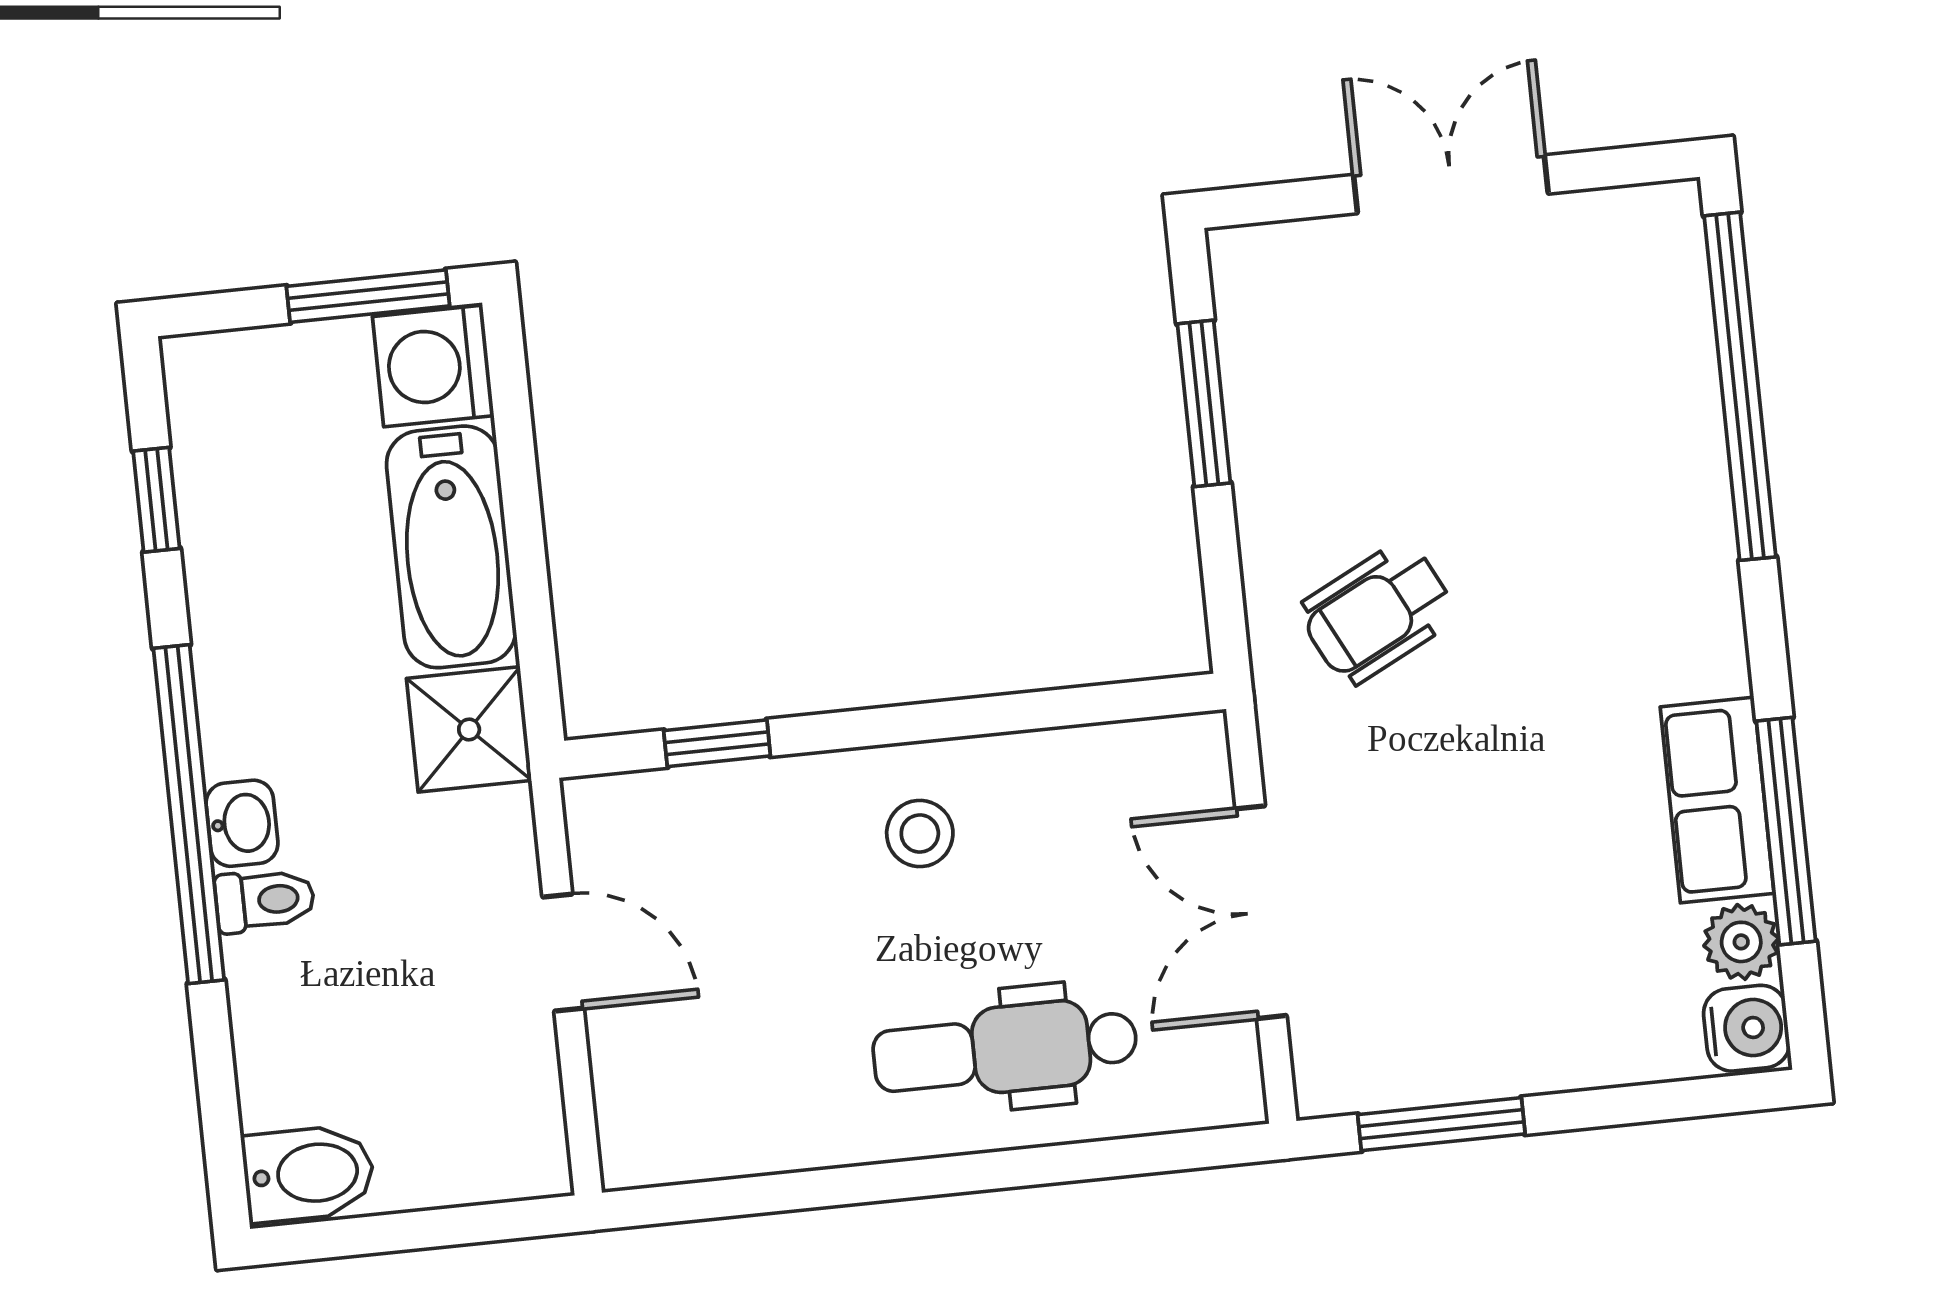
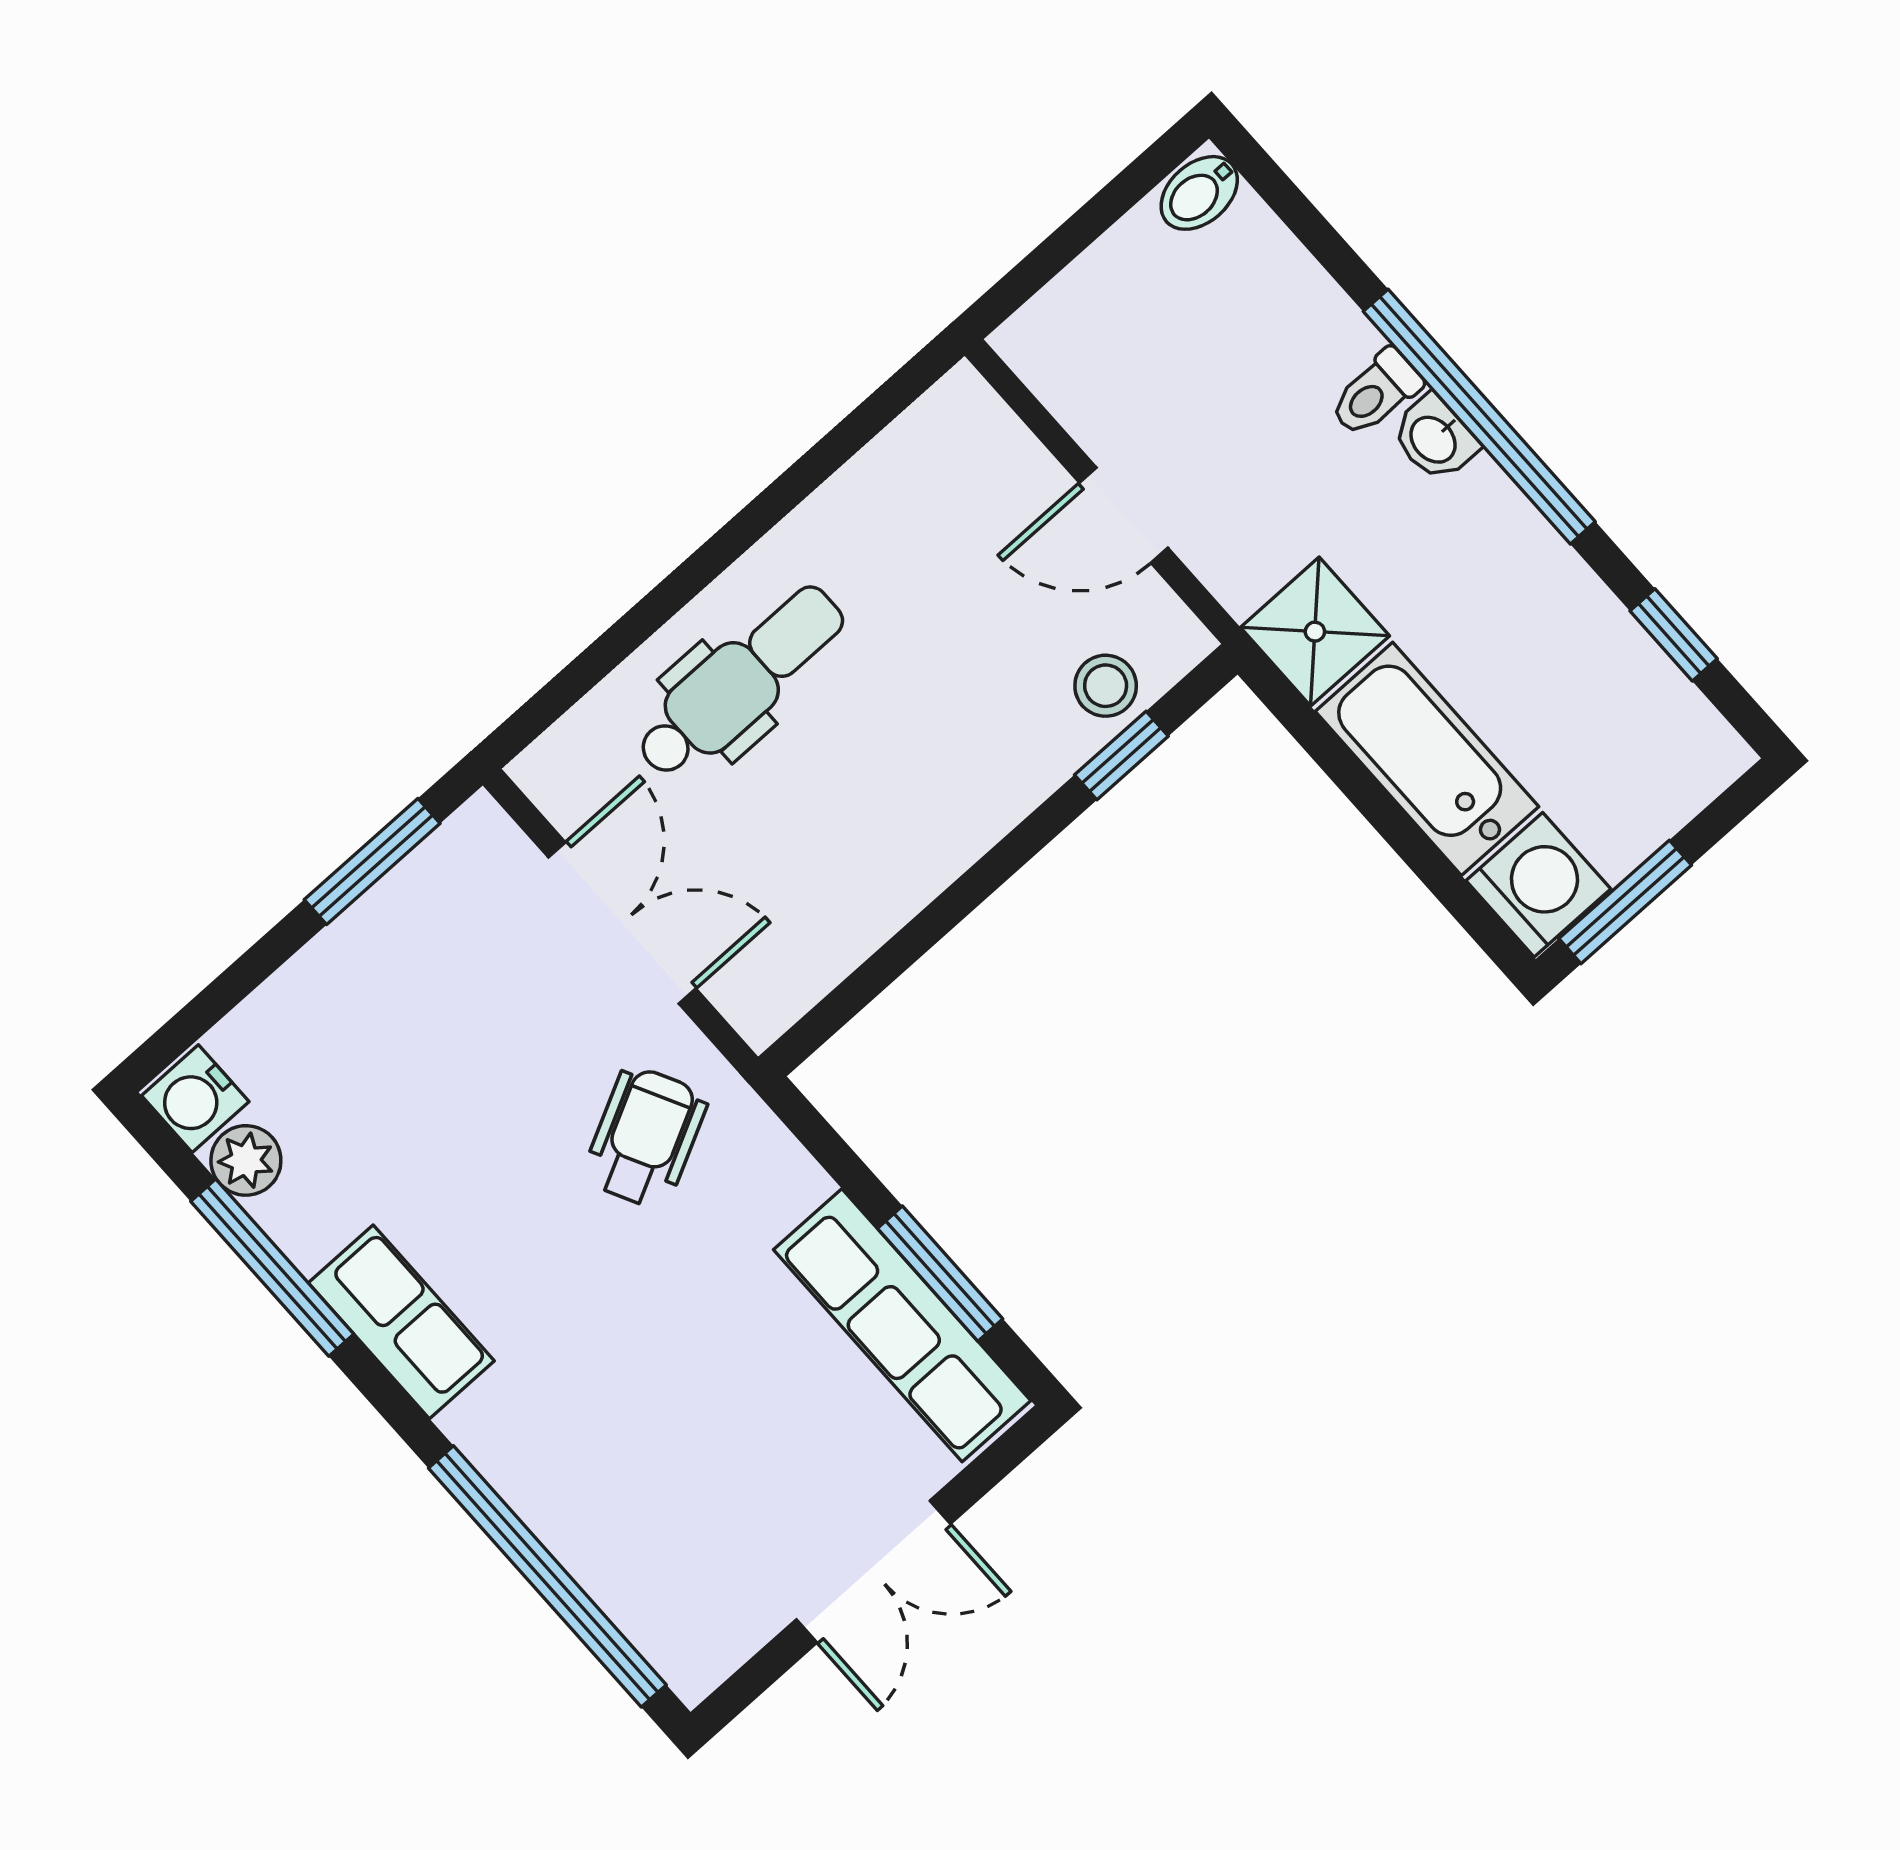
row of seats: (1270, 382) -> (902, 1325), added
wheelchair: (1377, 613) -> (645, 1137), moved
row of seats: (1717, 800) -> (401, 1322), moved
stool: (920, 833) -> (1106, 686), moved
bidet: (309, 1174) -> (1199, 193), width x0.72, depth x0.74

